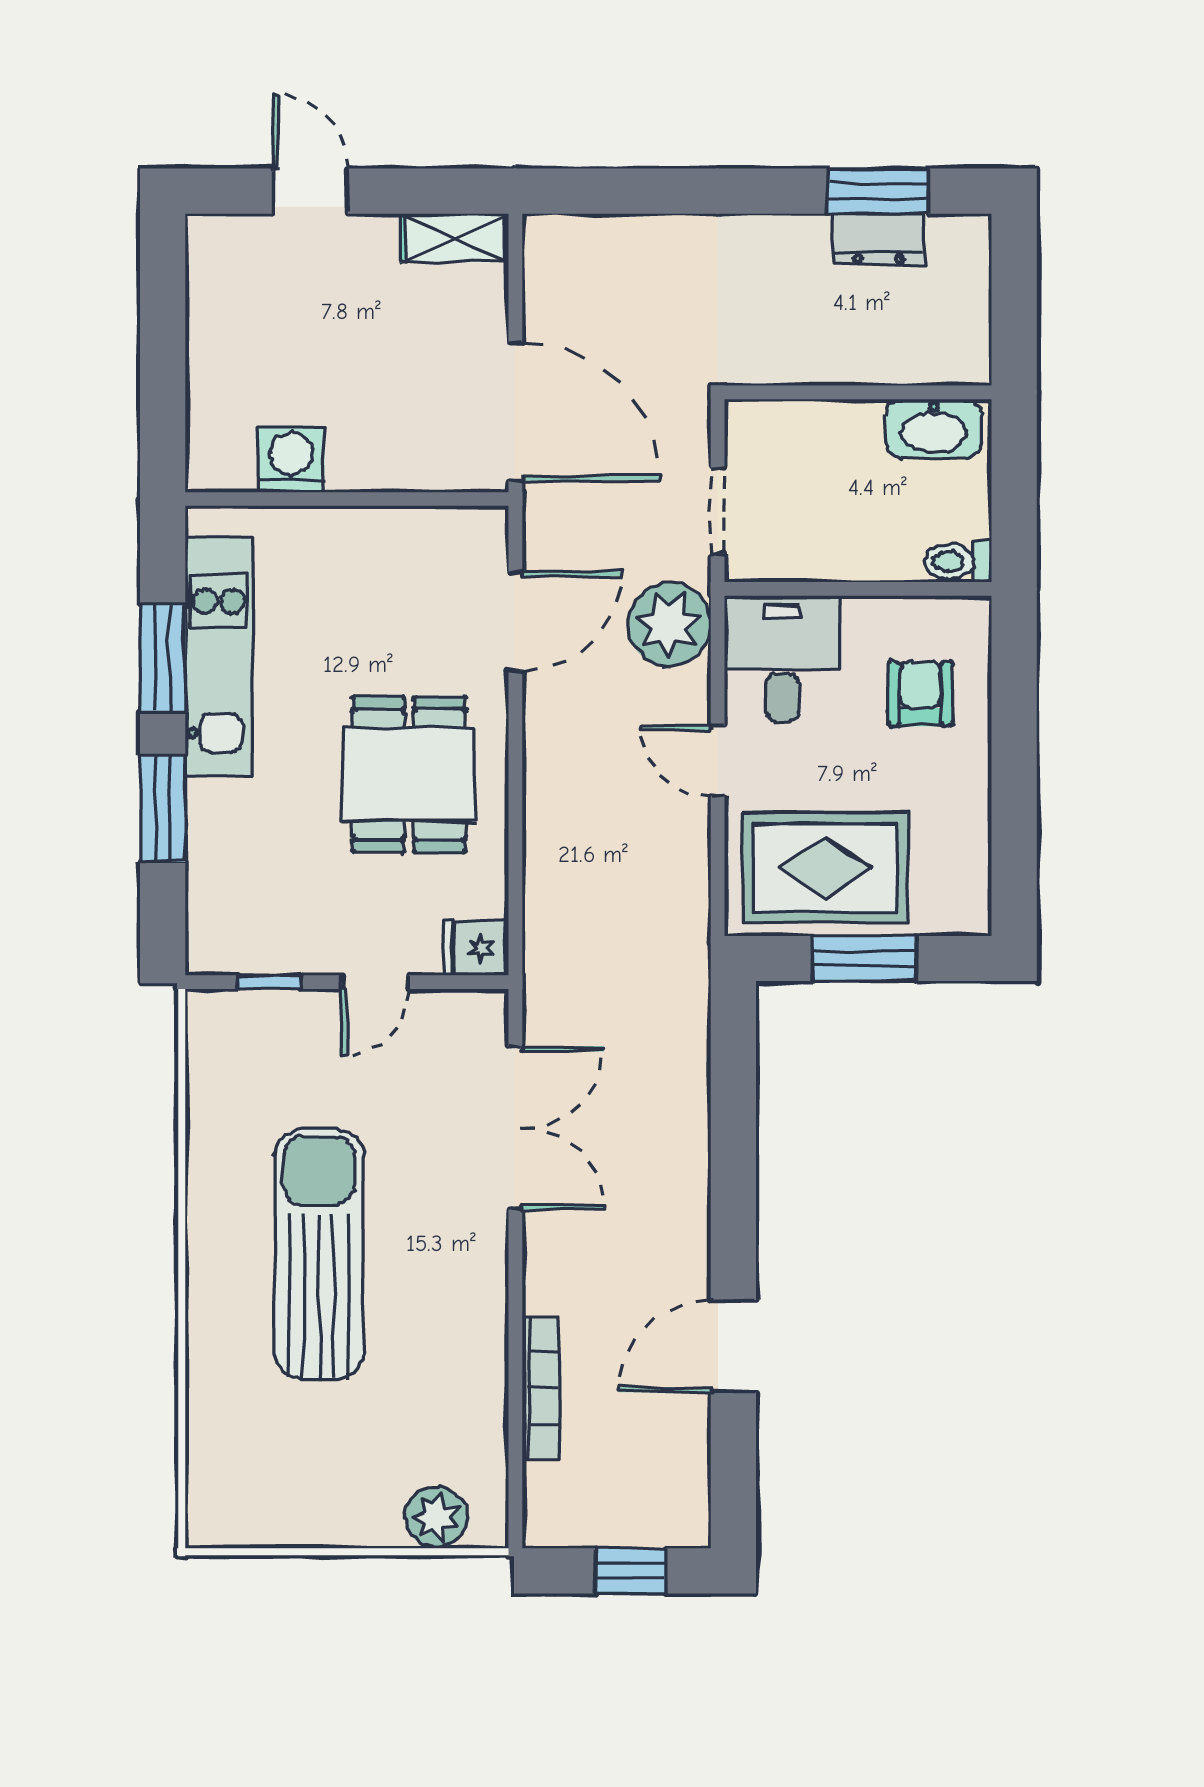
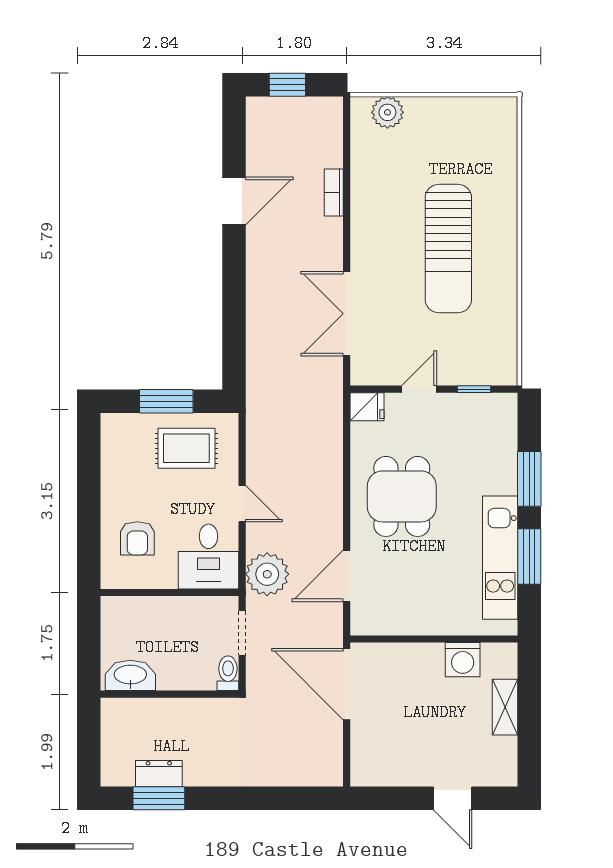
shelving: (455, 238) -> (505, 707), moved, turned 90
toilet: (958, 561) -> (228, 673), moved, turned -90
rug: (825, 868) -> (186, 448), width x0.73, depth x0.70
bookcase: (540, 1388) -> (334, 193), width x0.64

